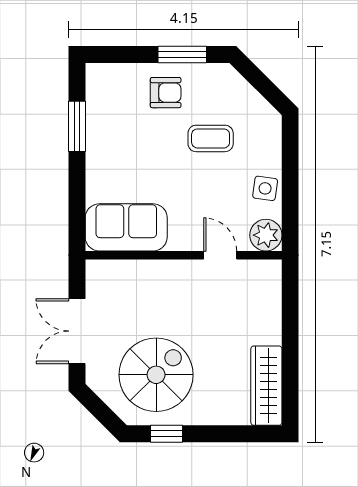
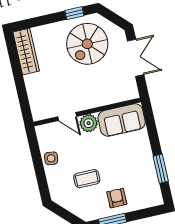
armchair: (166, 93) -> (117, 198), turned 90
plant: (266, 235) -> (89, 123), moved

